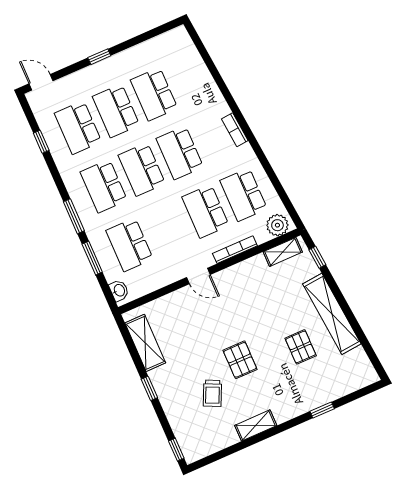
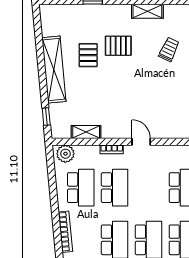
bookcase: (235, 130) -> (65, 232), width x1.56
bookcase: (235, 250) -> (112, 149), width x0.64
shelving: (283, 252) -> (86, 132), moved
pallet: (240, 360) -> (118, 46), moved, turned 90

